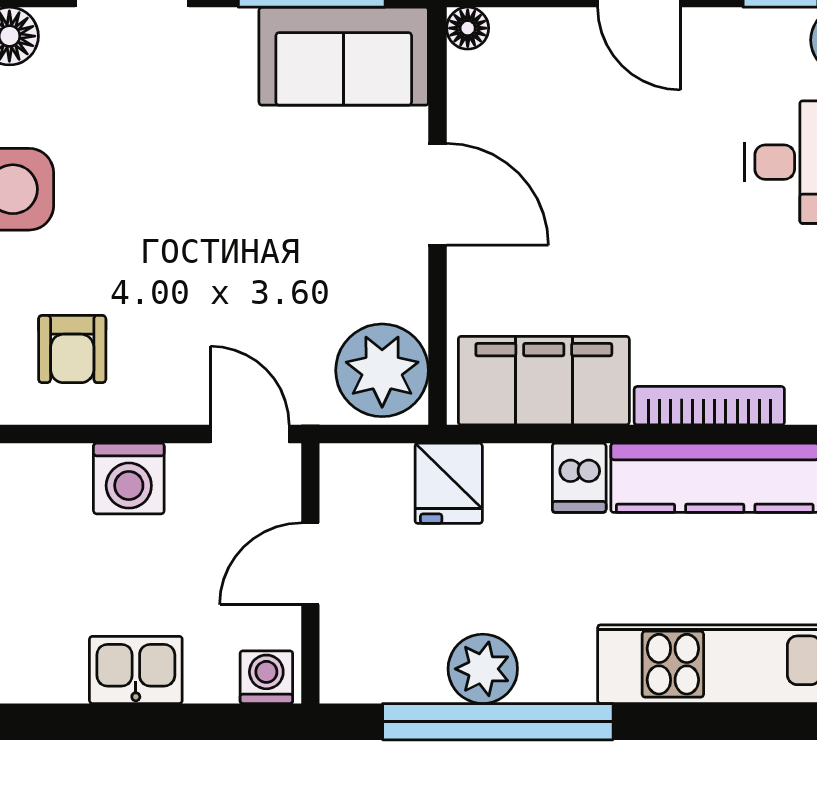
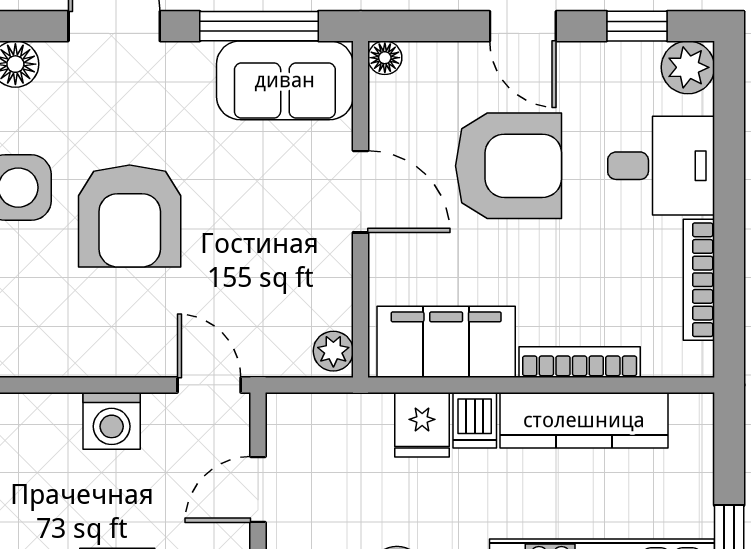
armchair: (621, 162) -> (508, 166), added
armchair: (72, 349) -> (130, 216), moved, width x1.88, depth x1.88
plant: (382, 370) -> (333, 351), width x0.53, depth x0.53
fridge: (449, 483) -> (422, 425), moved

